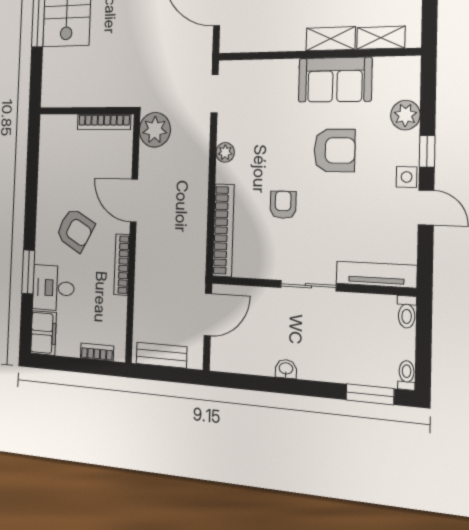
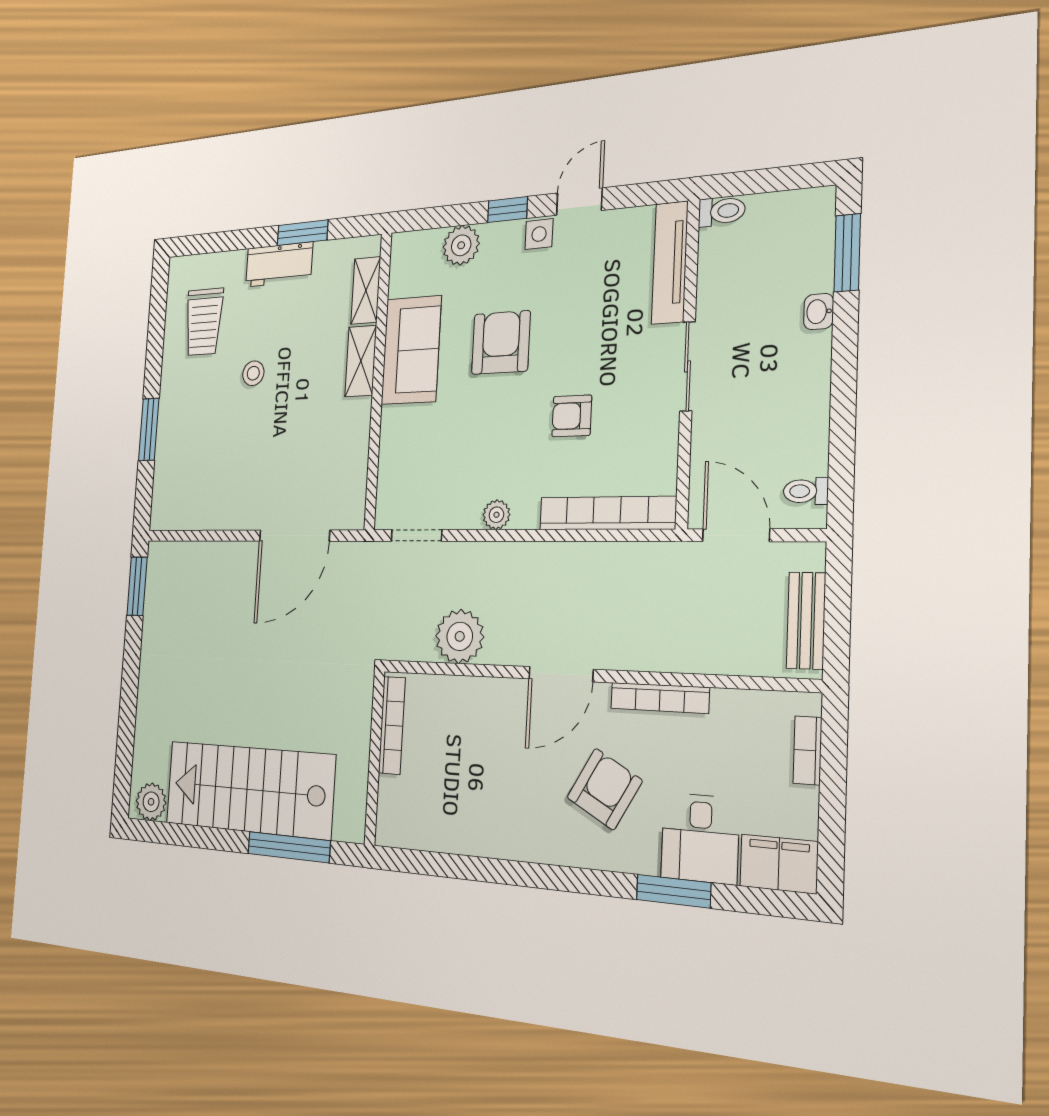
wall: (86, 111) -> (375, 758), moved
bookcase: (104, 122) -> (392, 725), moved
washbasin: (286, 369) -> (819, 312), moved
toilet: (406, 375) -> (806, 491), moved

